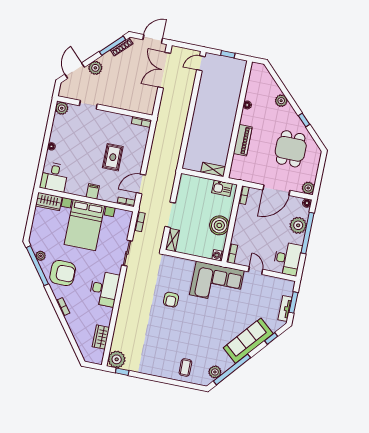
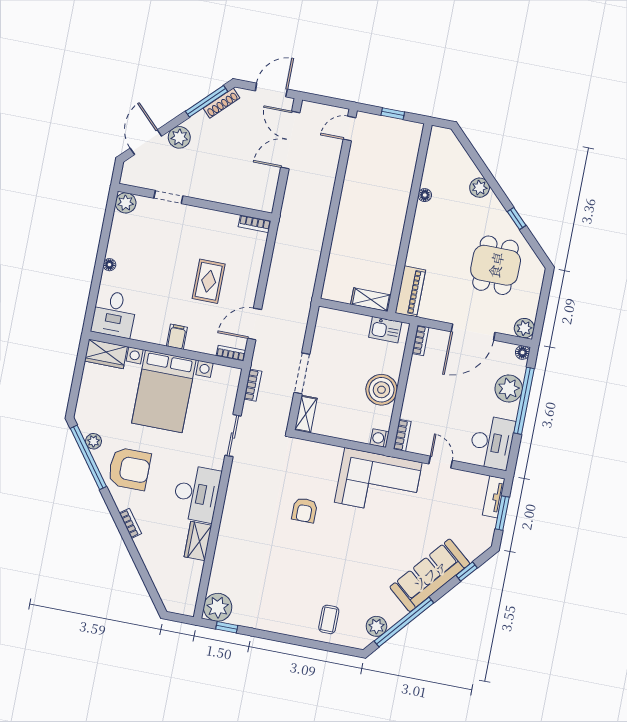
piano: (243, 140) -> (410, 291), moved
tv unit: (285, 308) -> (494, 497), moved
wardrobe: (101, 337) -> (198, 541), moved

